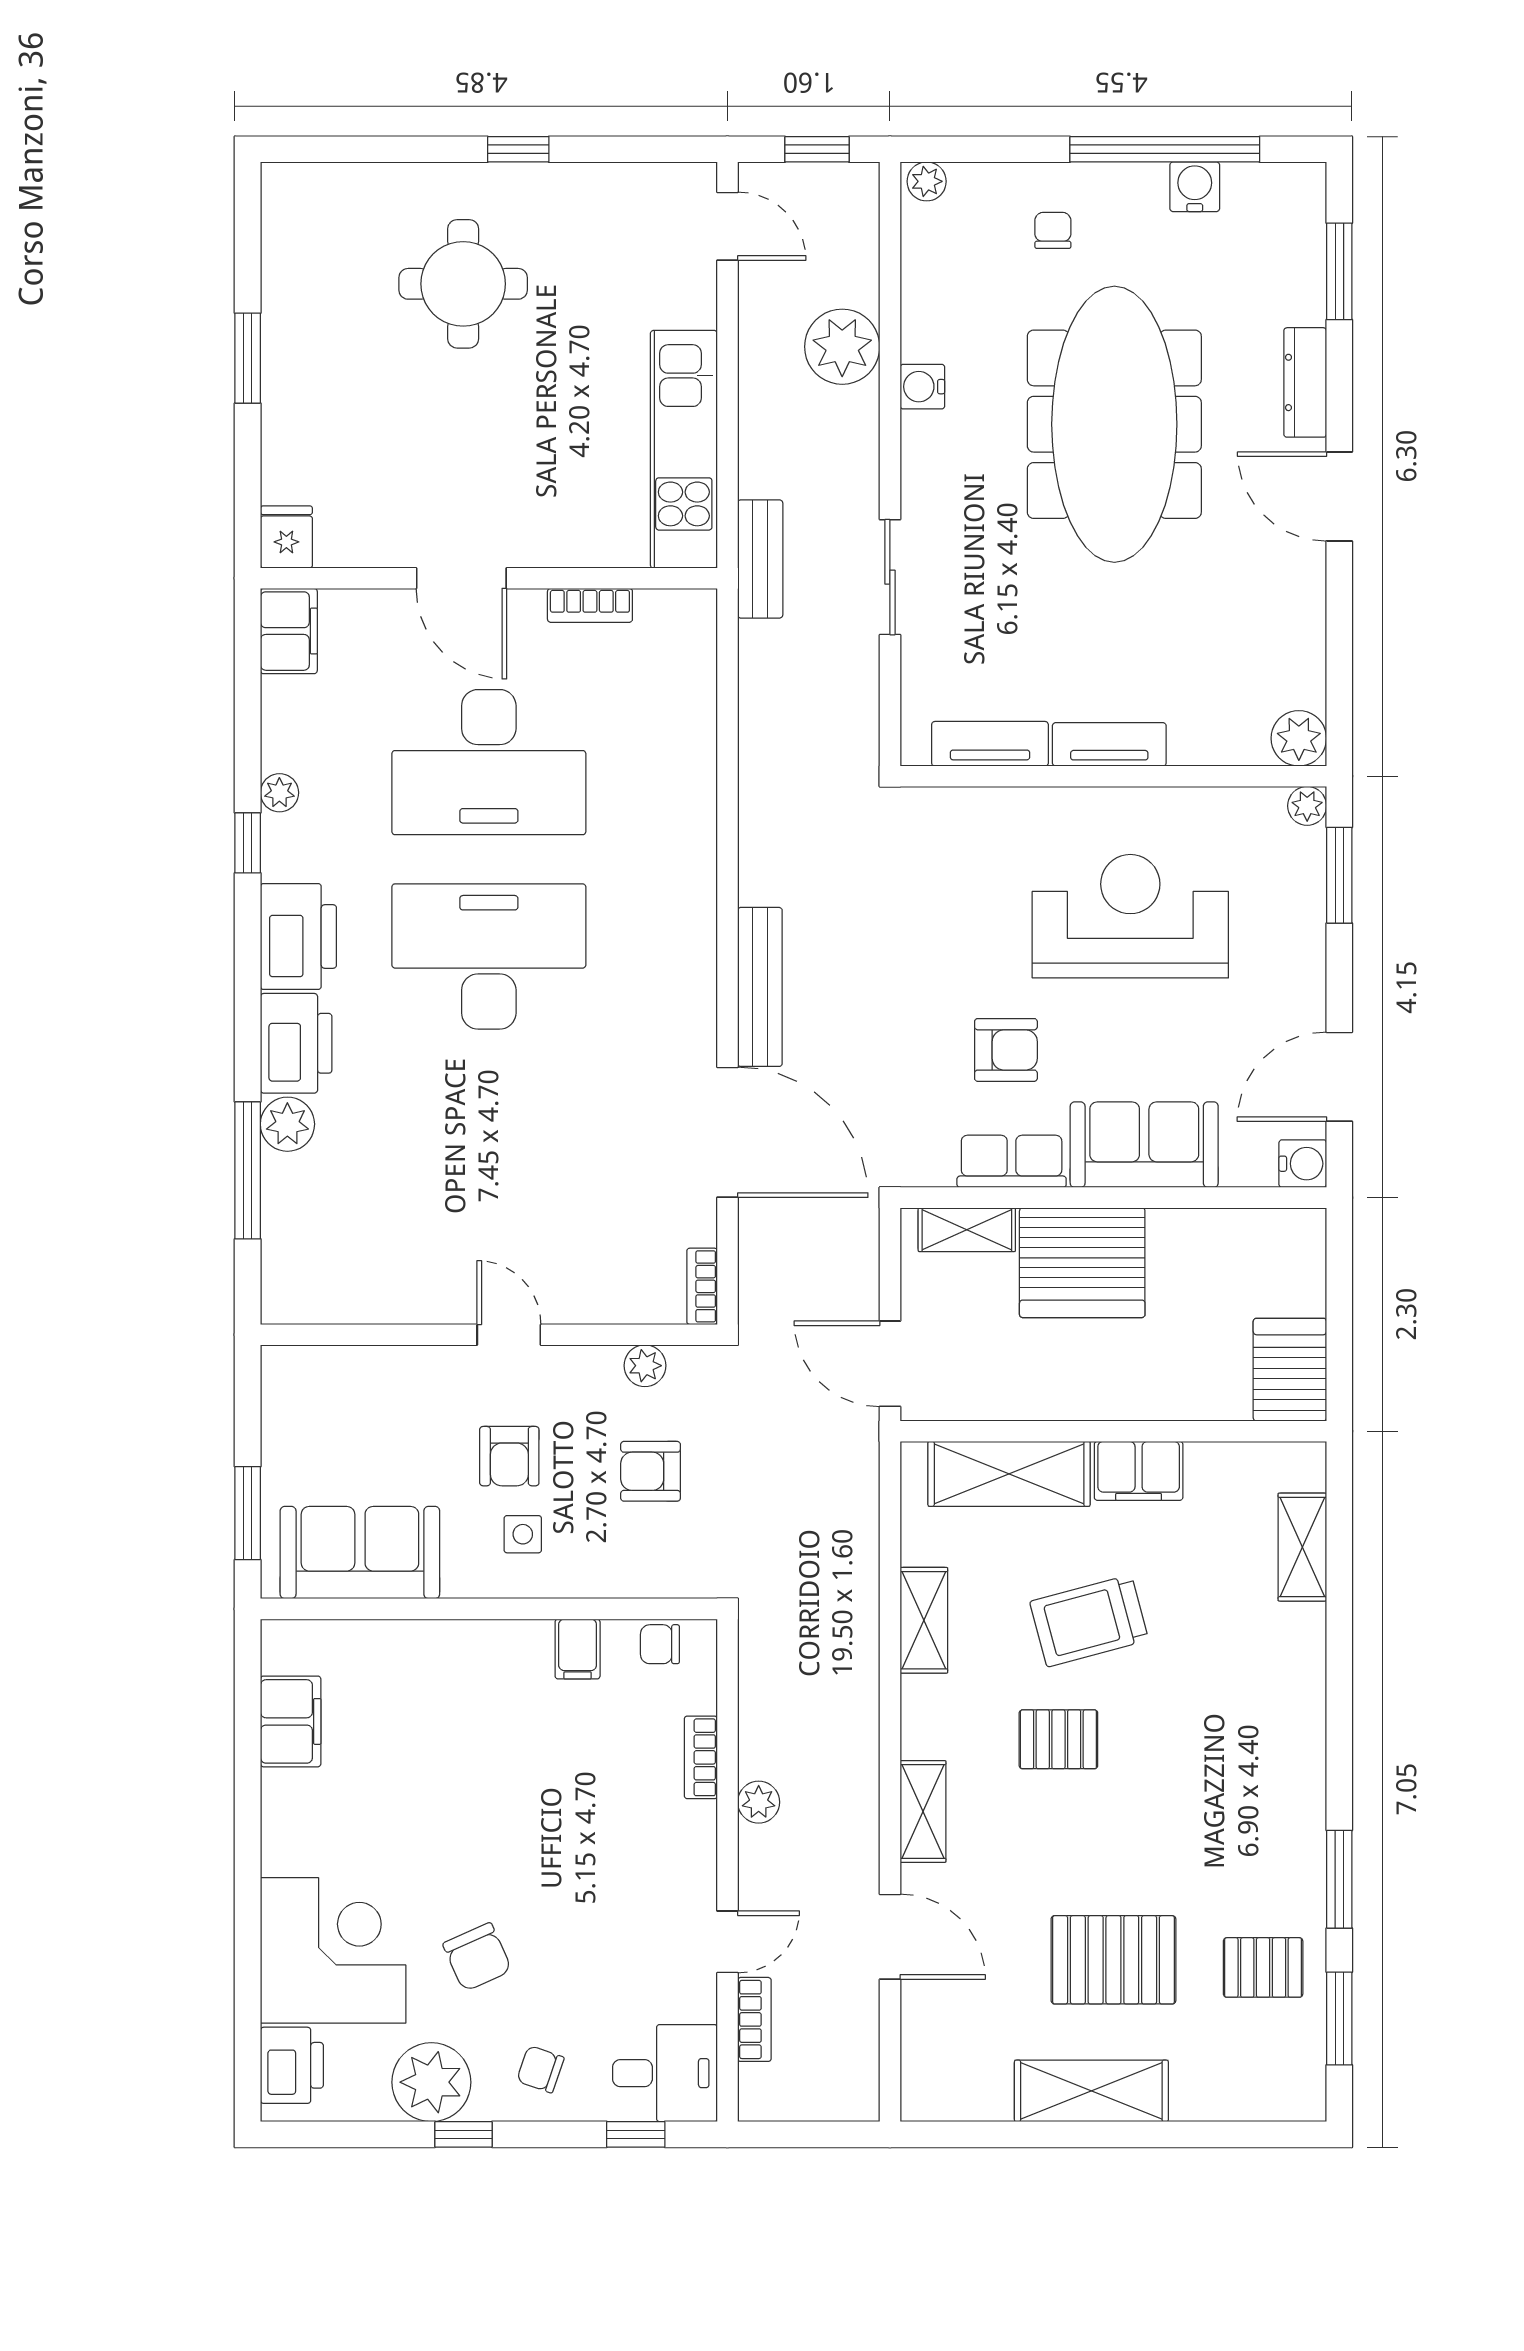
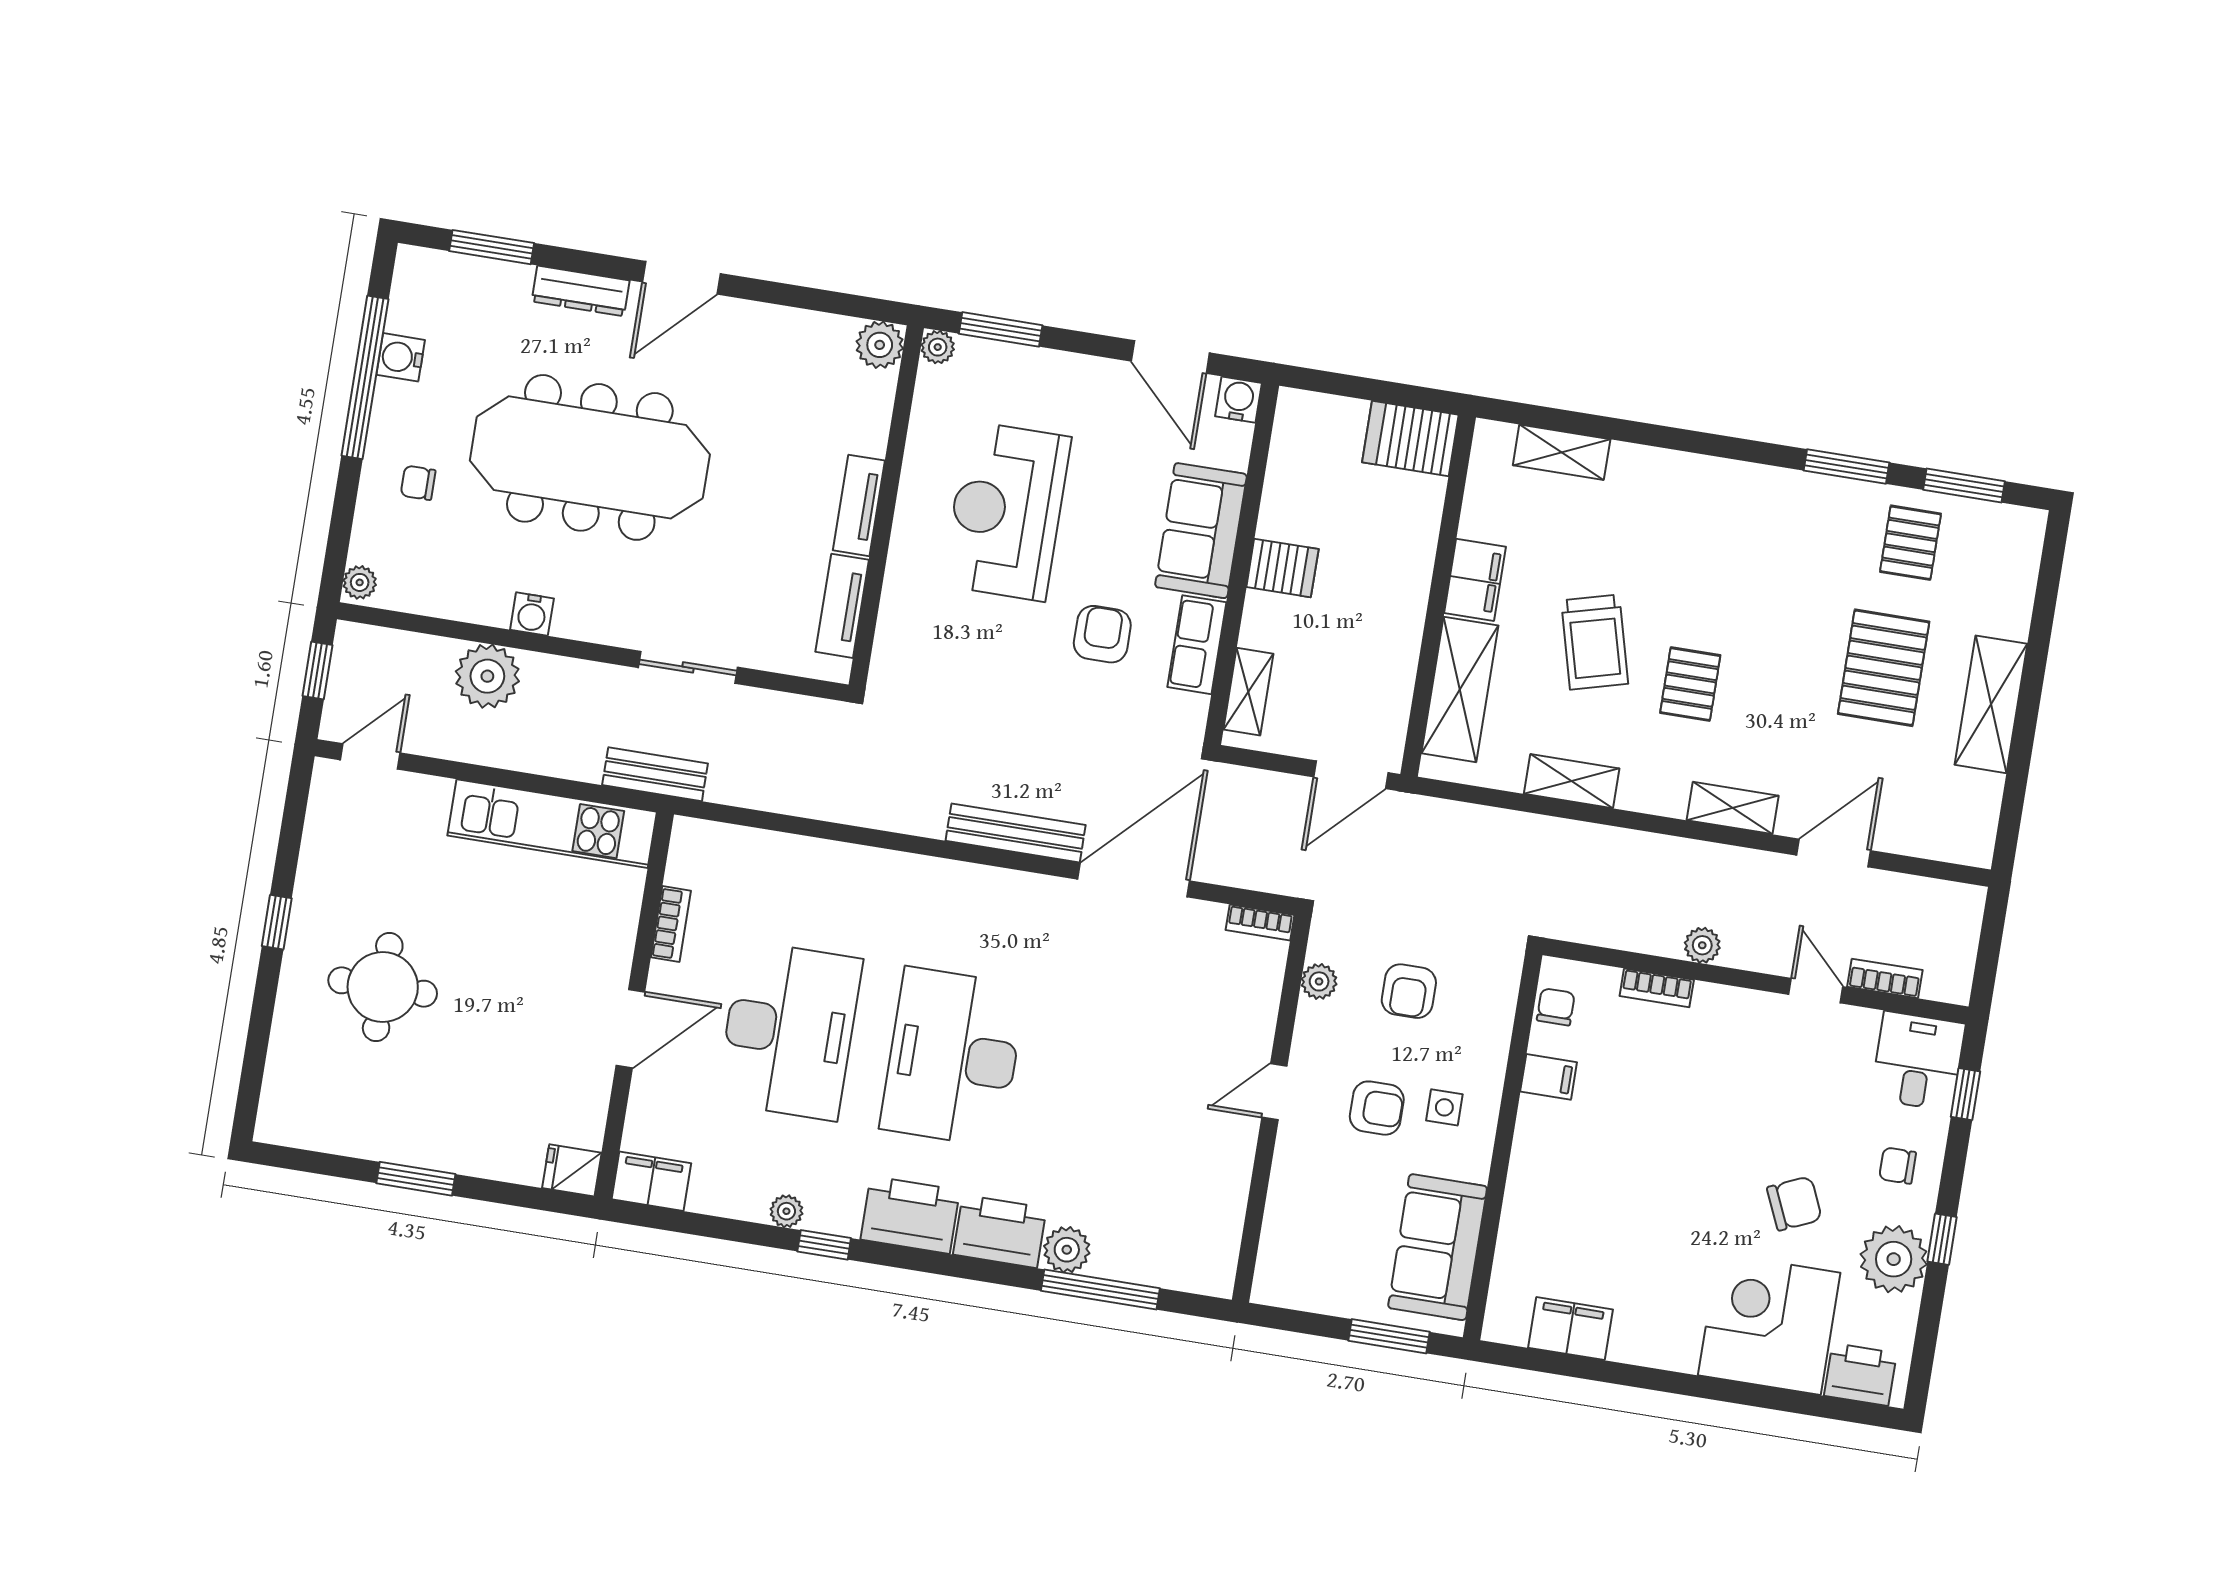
server rack: (1082, 1263) -> (1282, 568), width x0.46, depth x0.70
chair: (660, 1644) -> (1556, 1007), turned 180
chair: (540, 2069) -> (1898, 1166), turned 71

